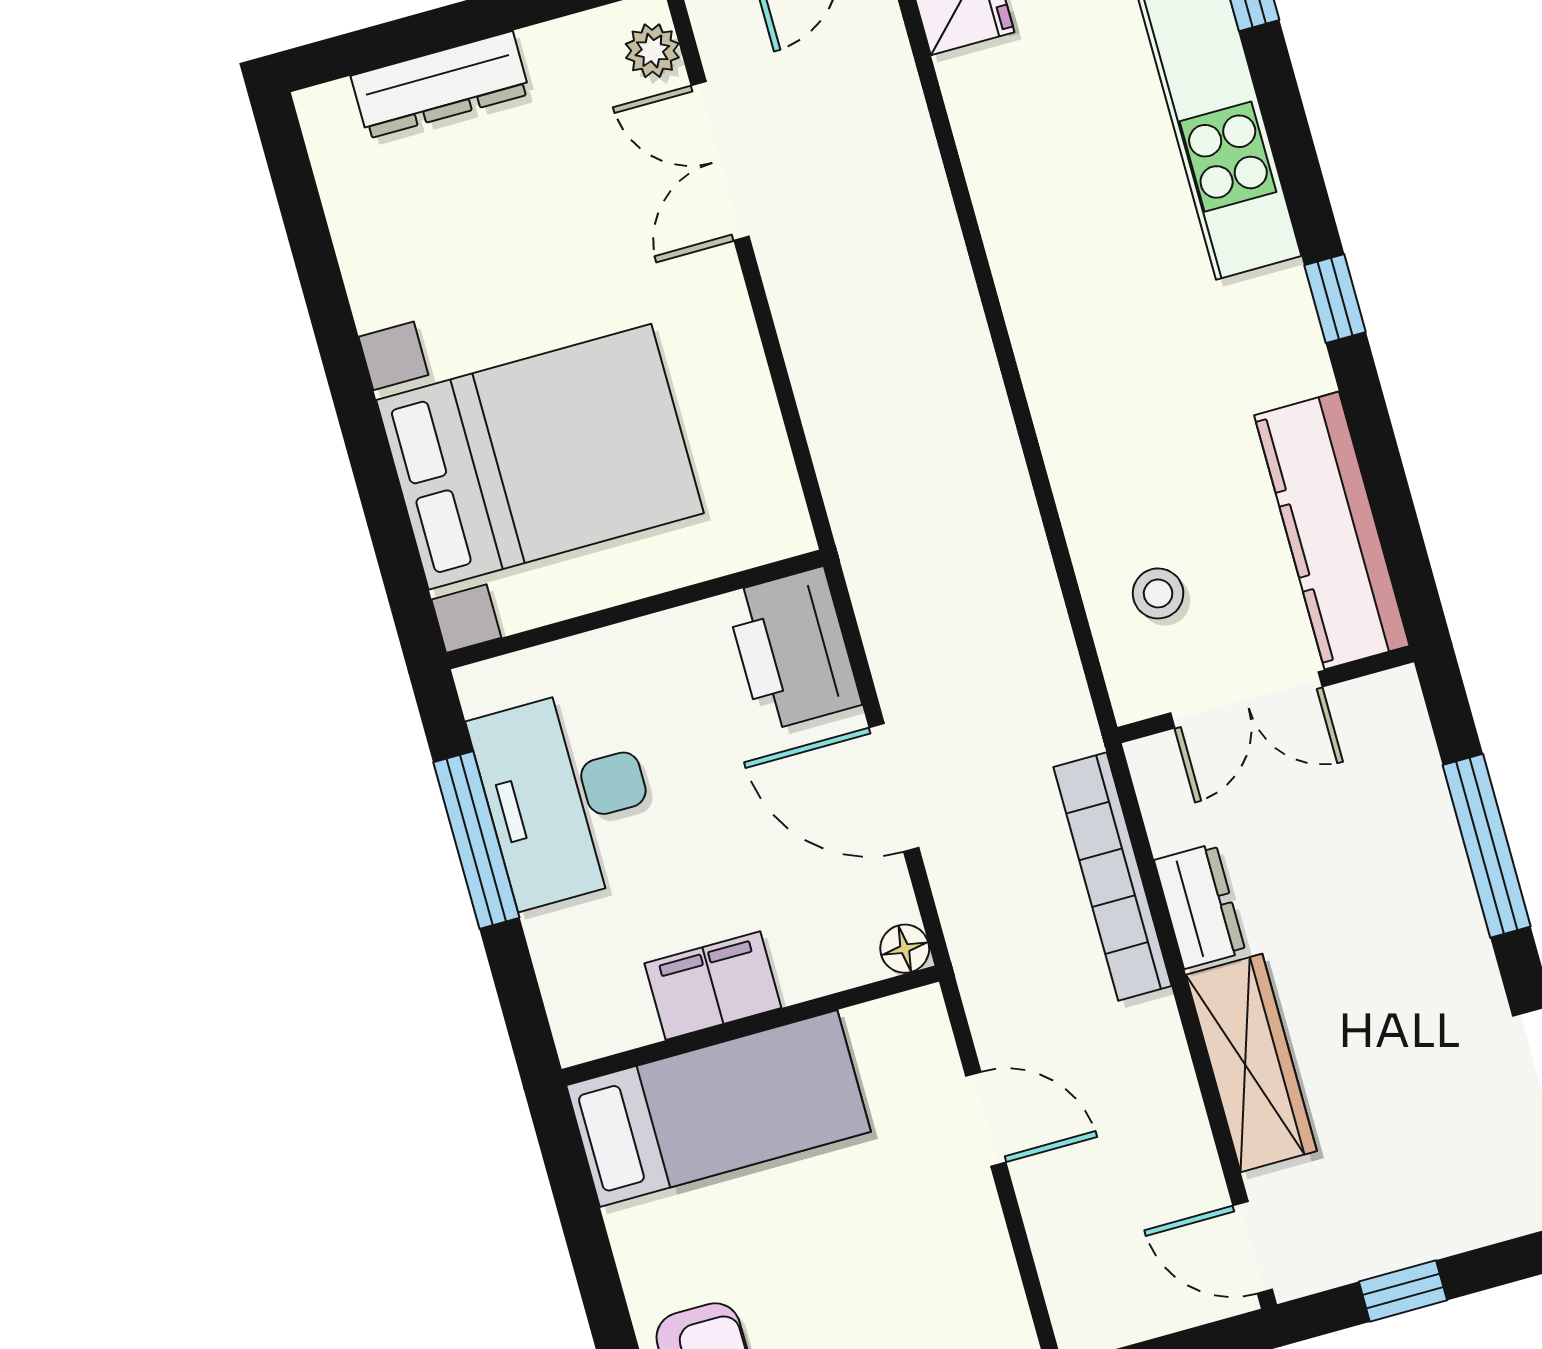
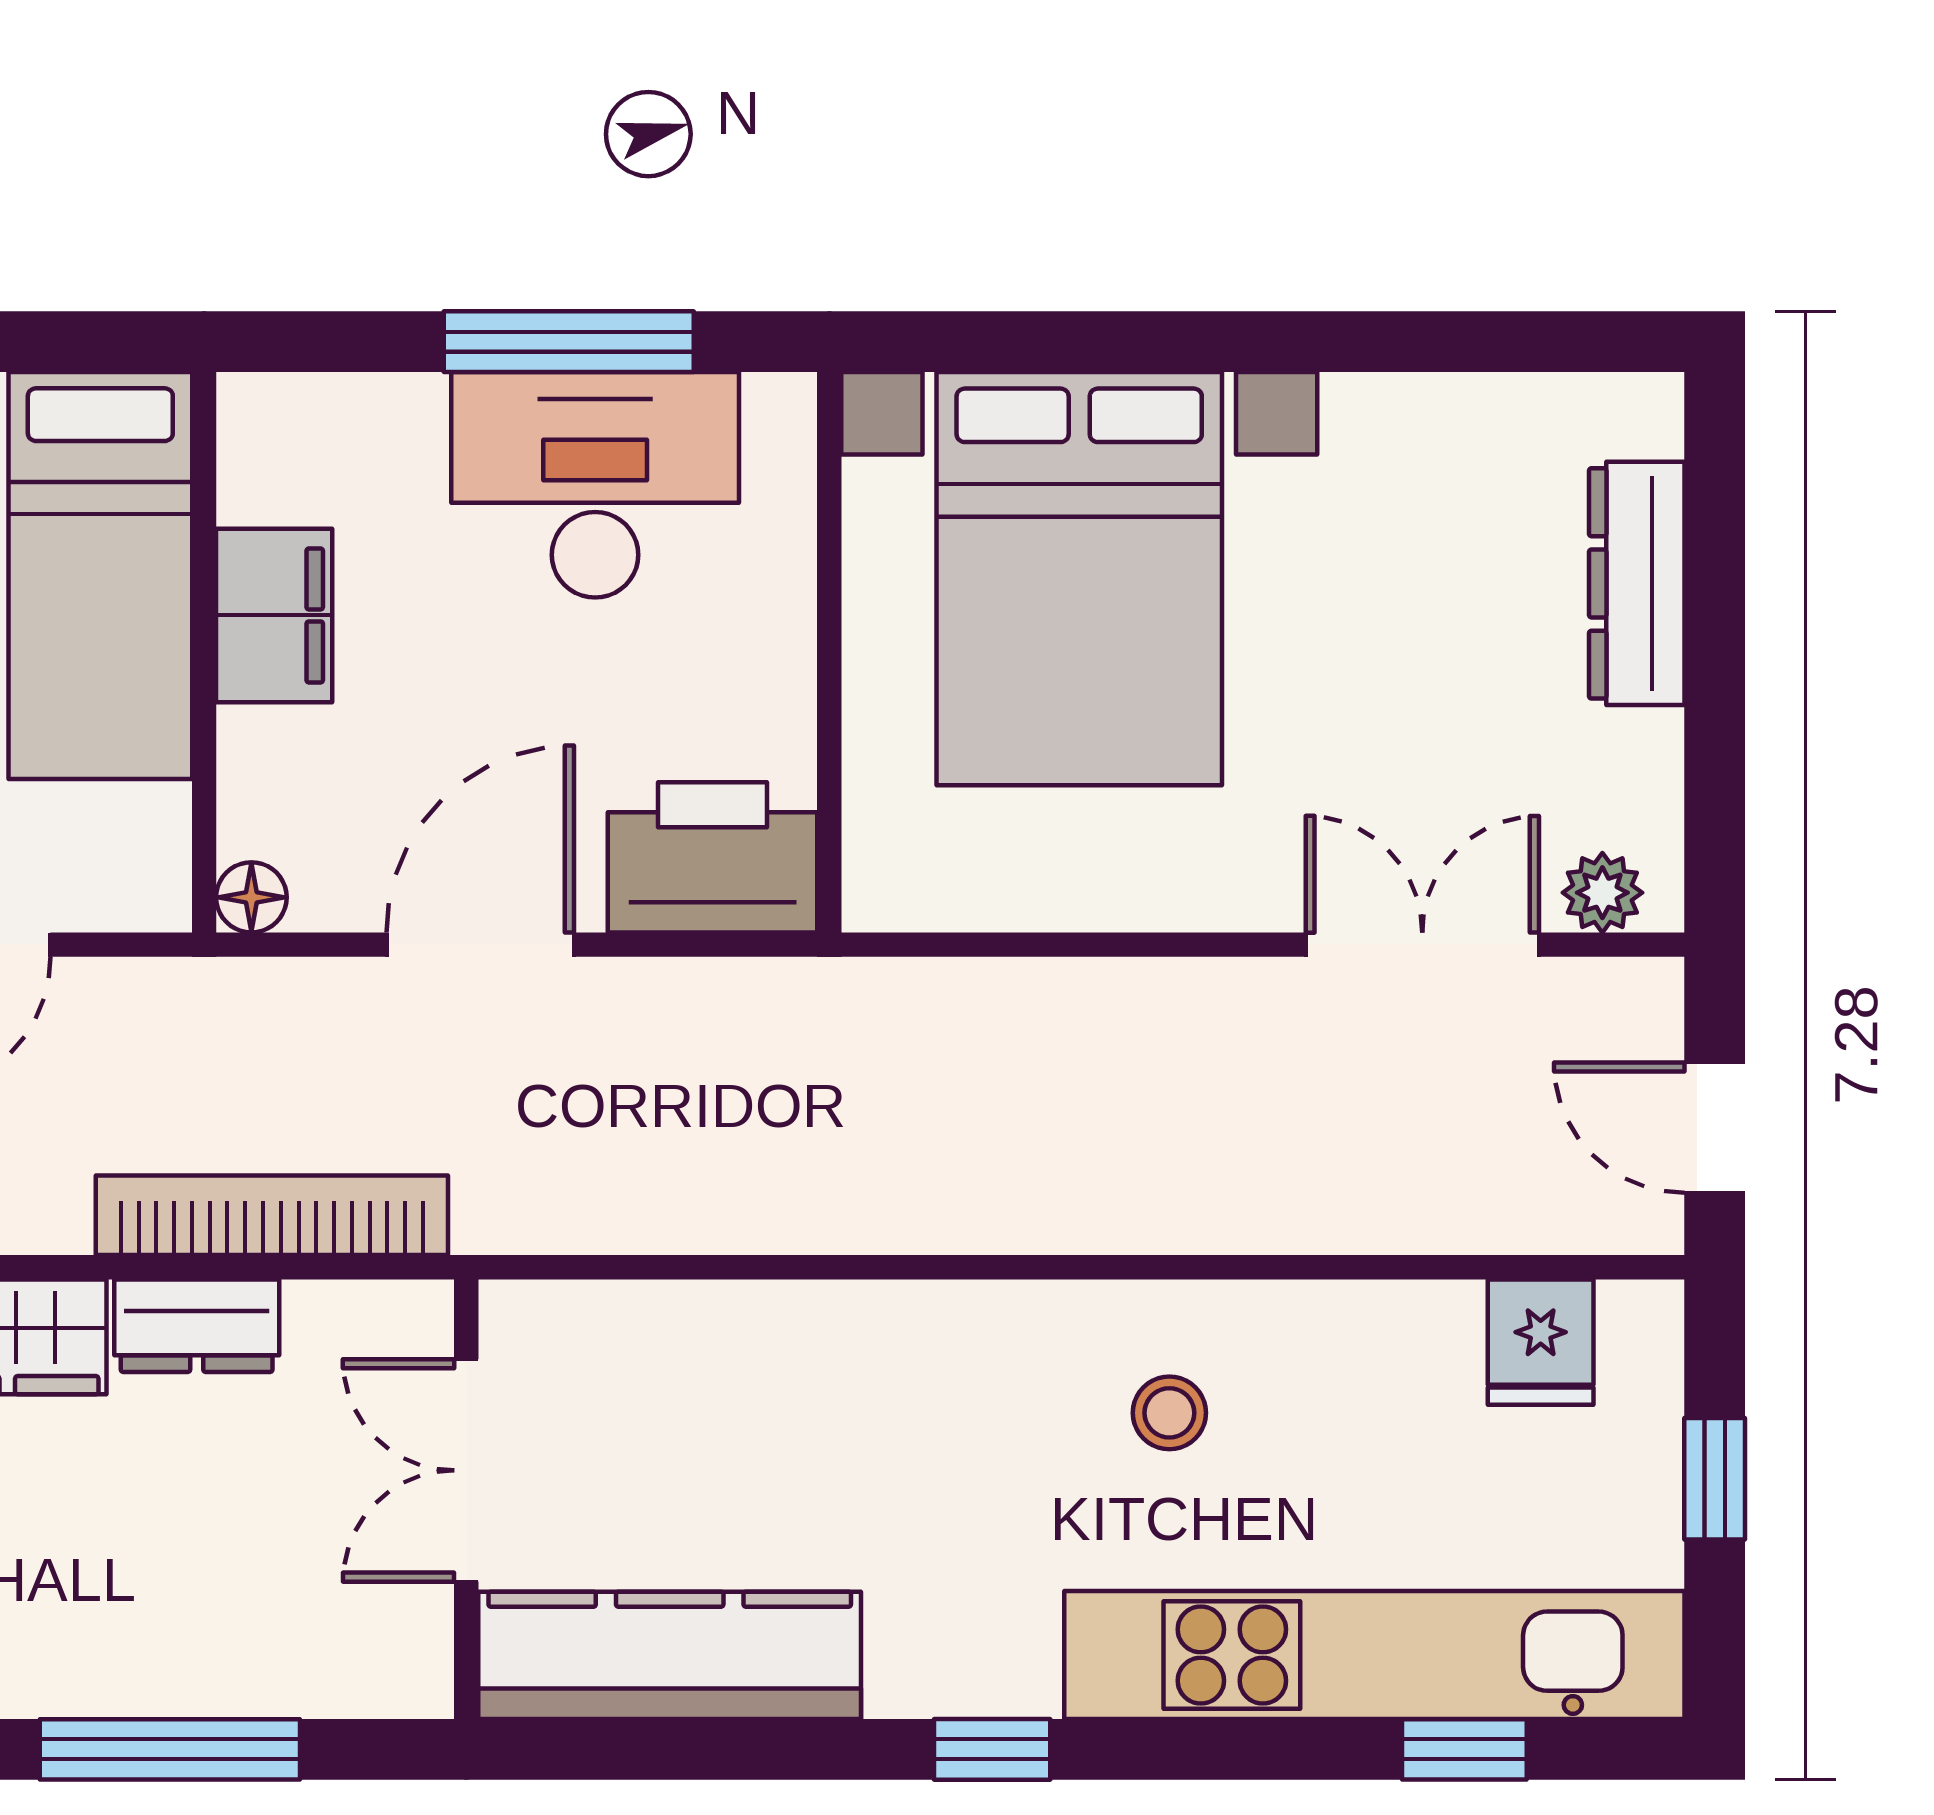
stool: (1158, 593) -> (1169, 1413), moved

